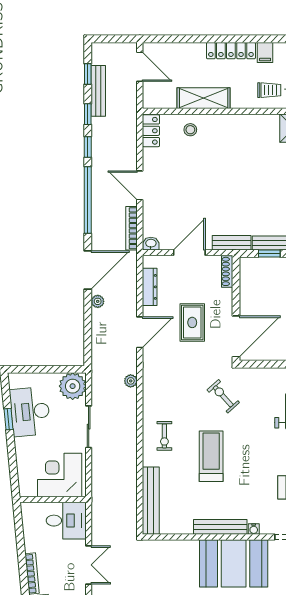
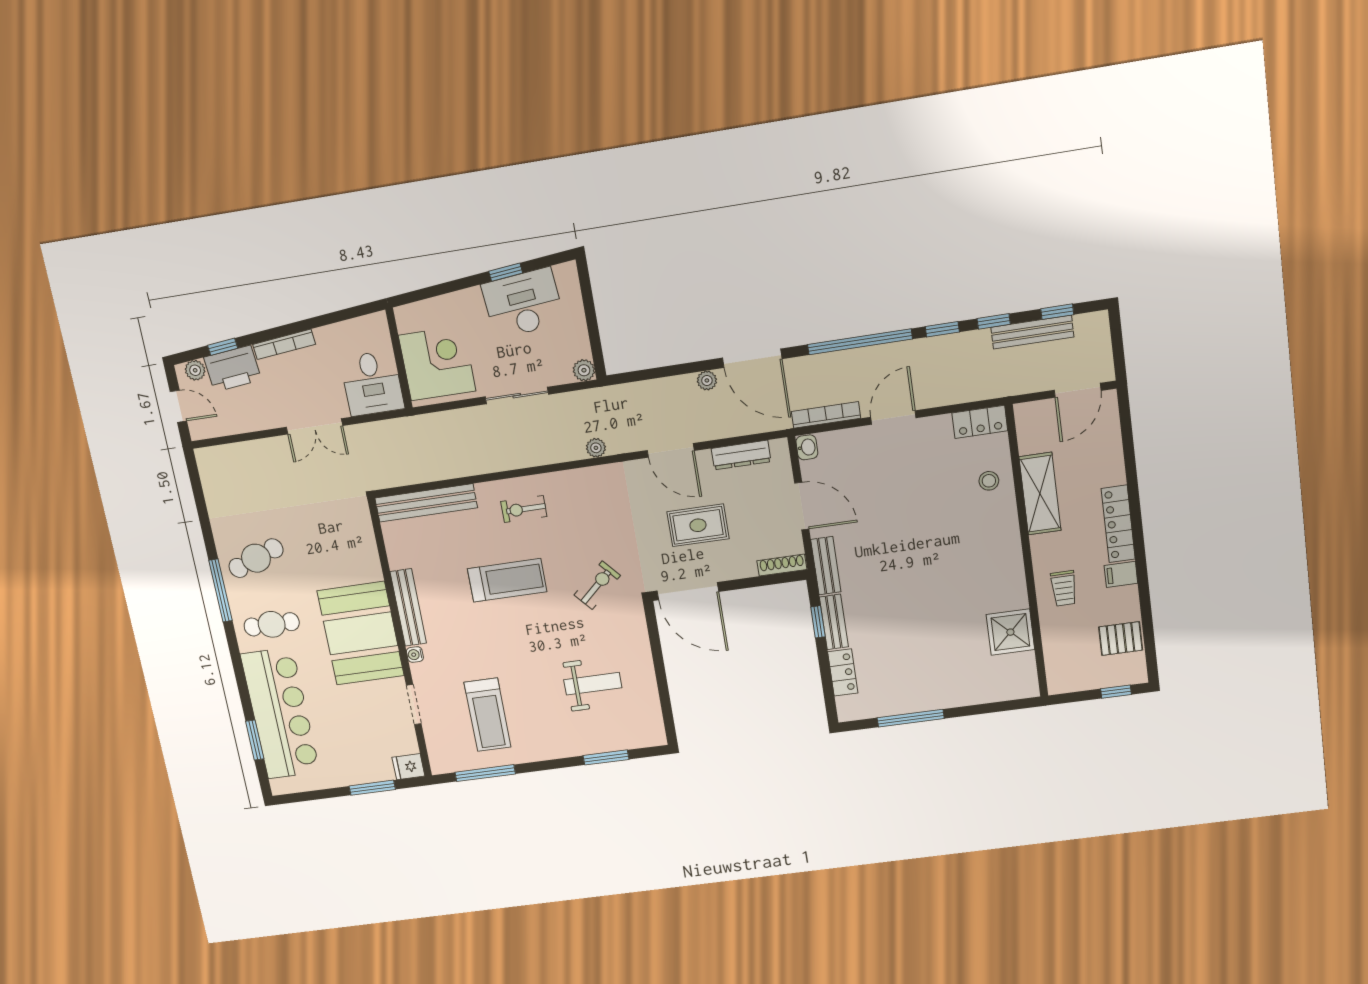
plant: (73, 386) -> (584, 370), width x0.53, depth x0.53

